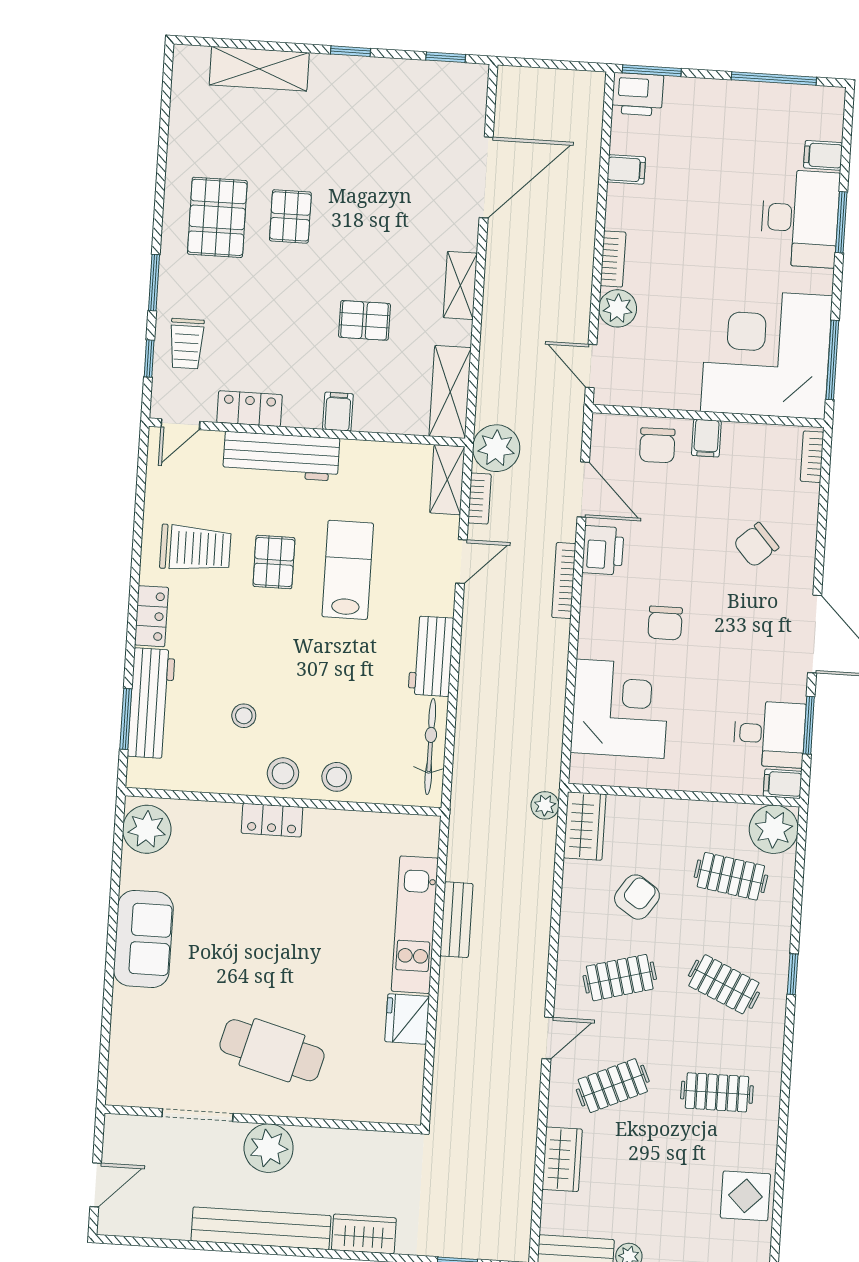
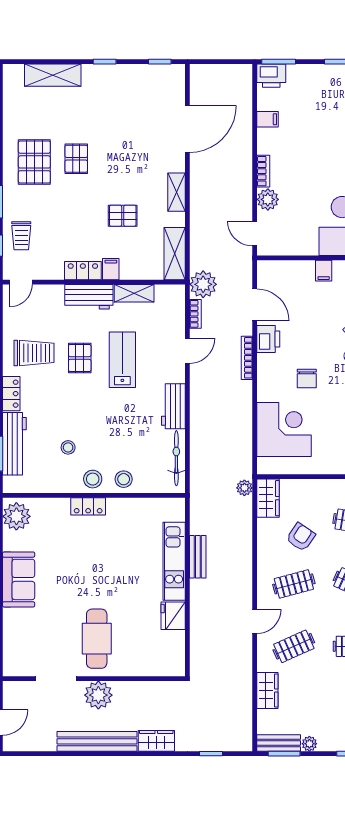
locker: (249, 409) -> (83, 271), moved
chair: (657, 445) -> (296, 277), removed
workbench: (281, 456) -> (89, 297), width x0.73
shelving: (447, 480) -> (134, 293), moved, turned 90
cafe table: (272, 1050) -> (97, 639), turned 75

